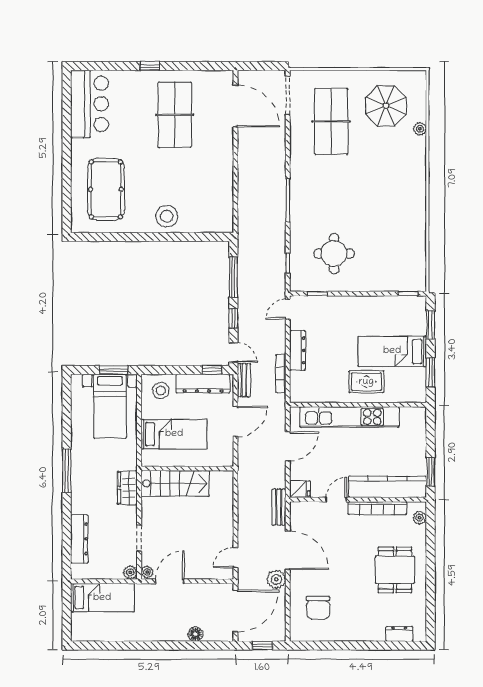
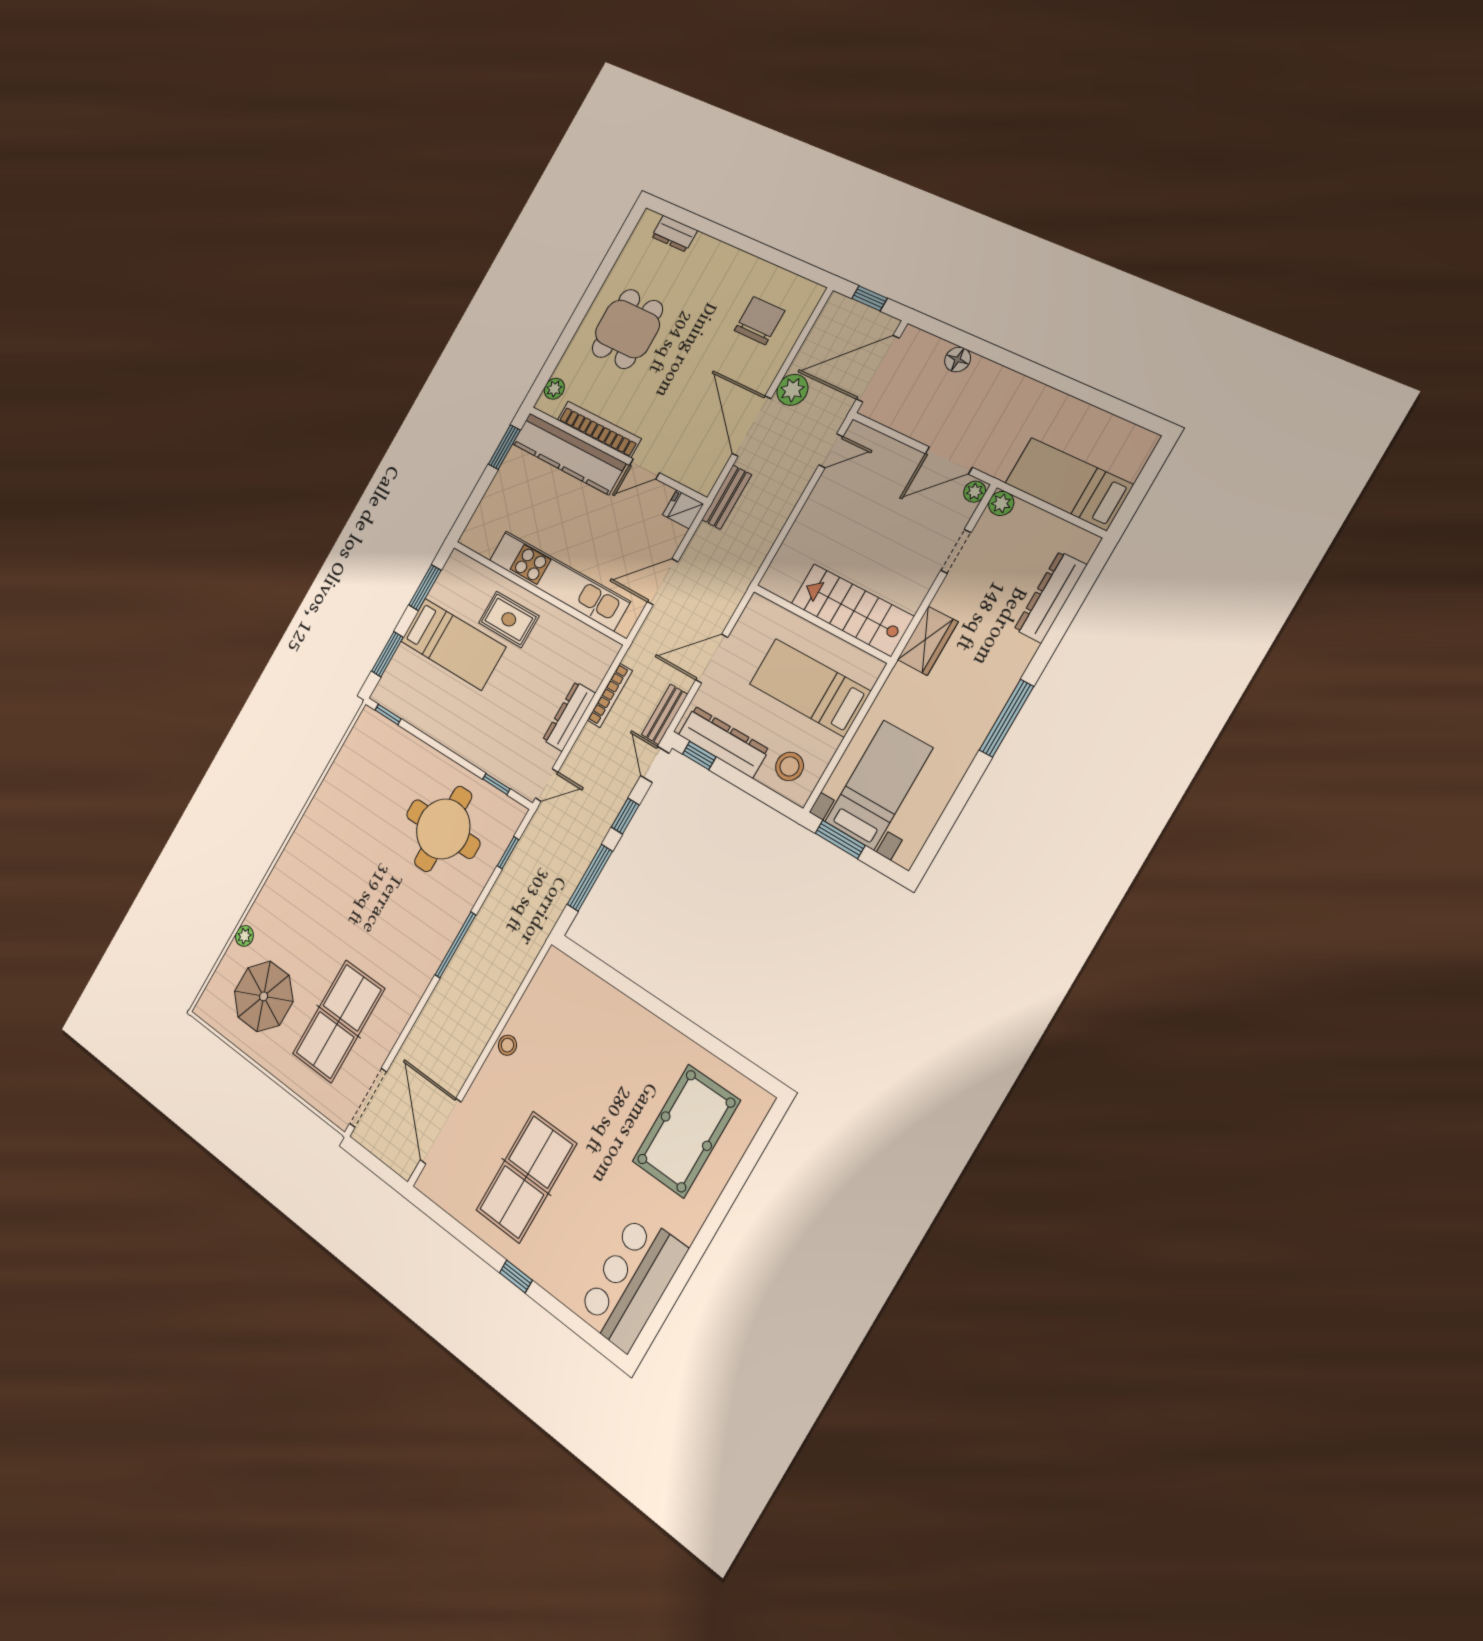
stool: (167, 216) -> (507, 1045), moved, width x0.53, depth x0.53
round table: (334, 254) -> (443, 829), width x1.36, depth x1.36

